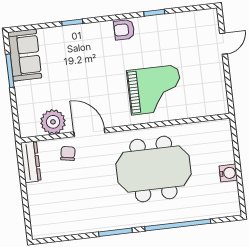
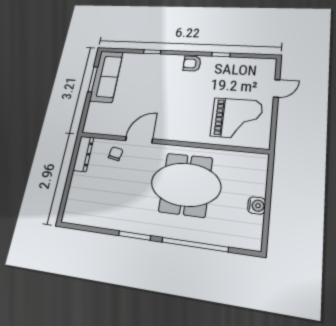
sofa: (25, 55) -> (106, 76), width x1.36
grand piano: (155, 90) -> (236, 118), moved
plant: (53, 122) -> (112, 125), removed
door: (89, 132) -> (139, 140), hinge flipped

